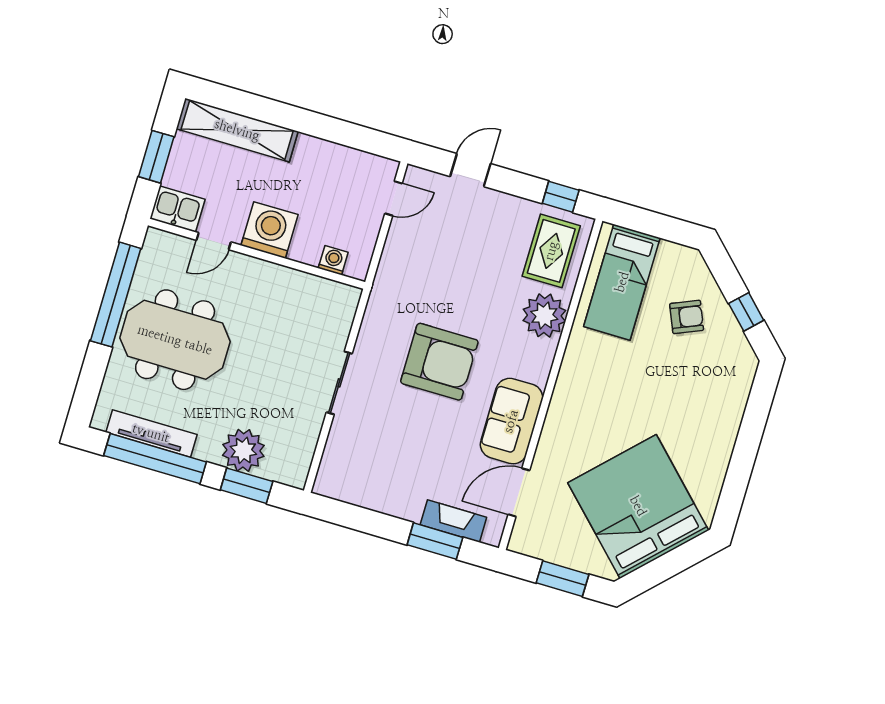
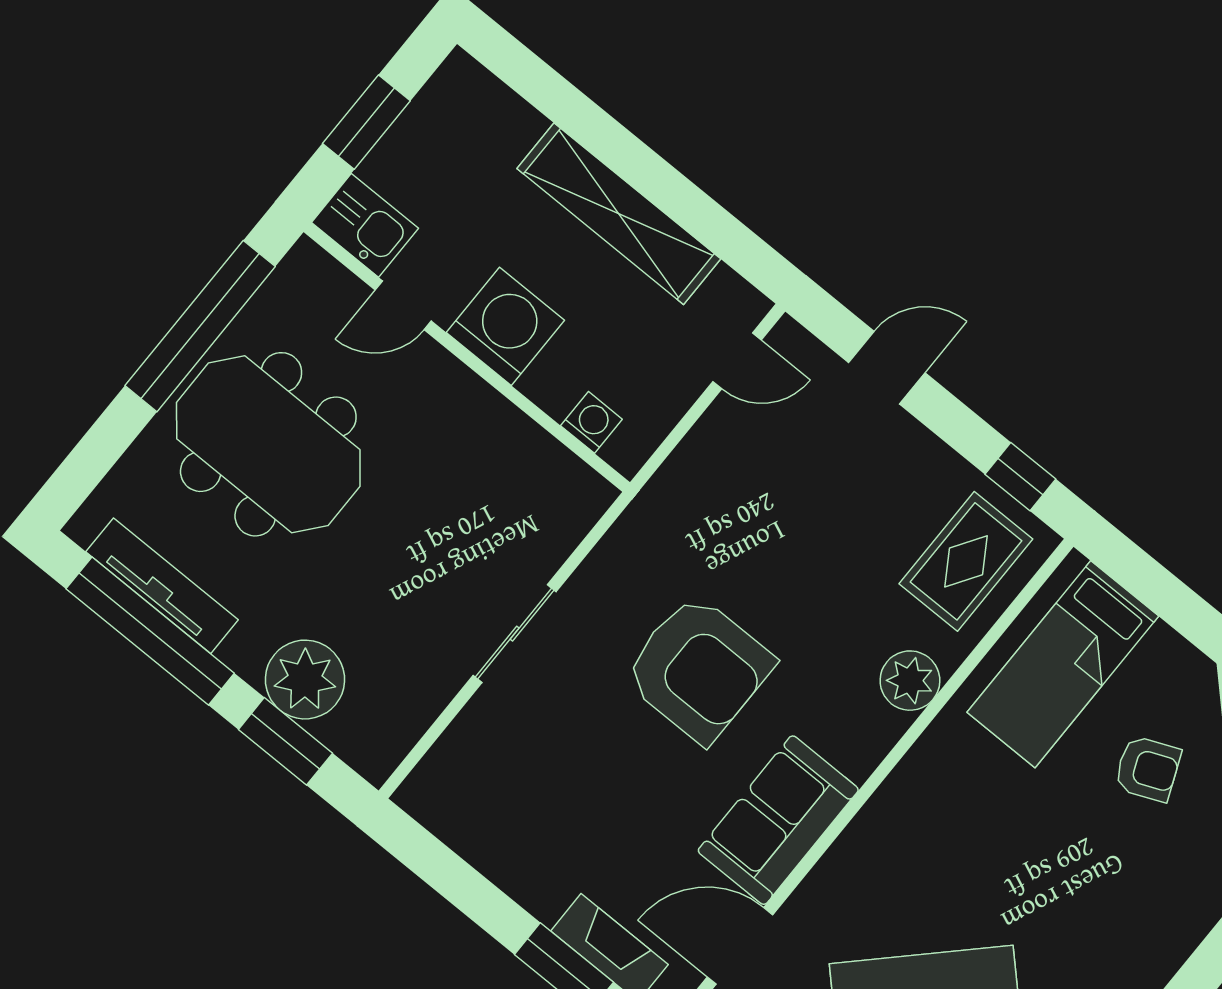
shelving: (237, 130) -> (619, 214), moved
plant: (544, 315) -> (910, 681), width x0.73, depth x0.73

